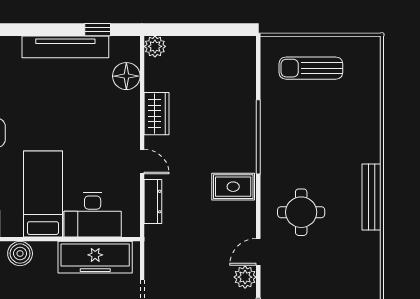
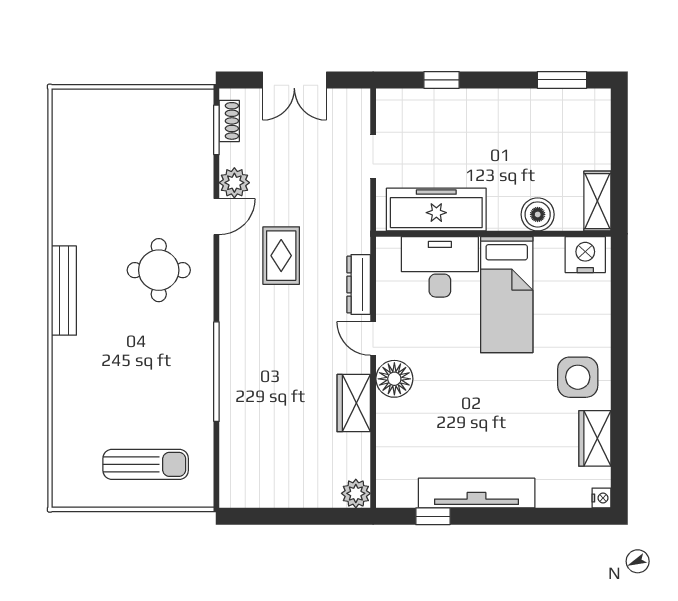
floor lamp: (126, 76) -> (394, 379), moved
rug: (233, 187) -> (281, 256), moved, turned 90

